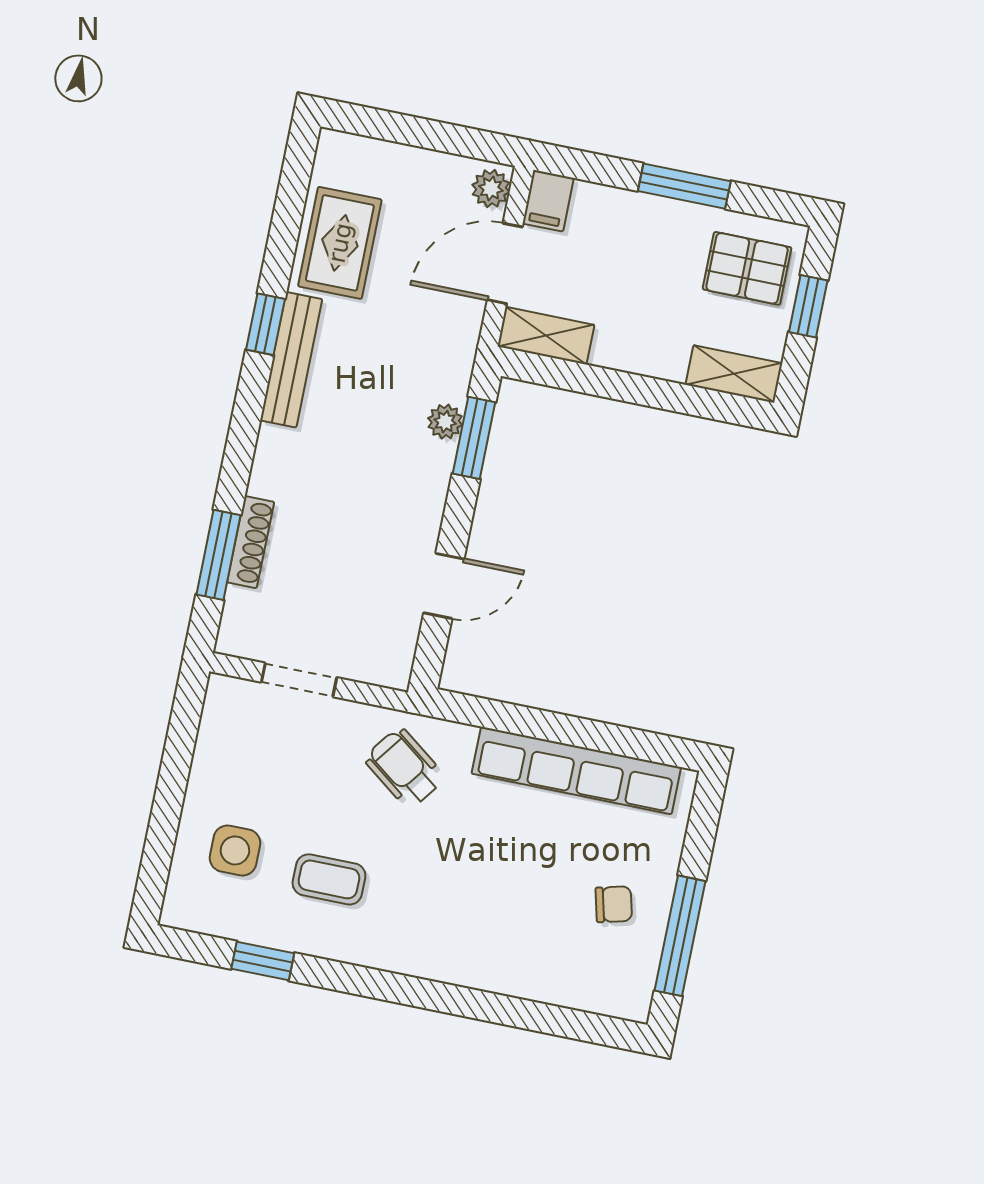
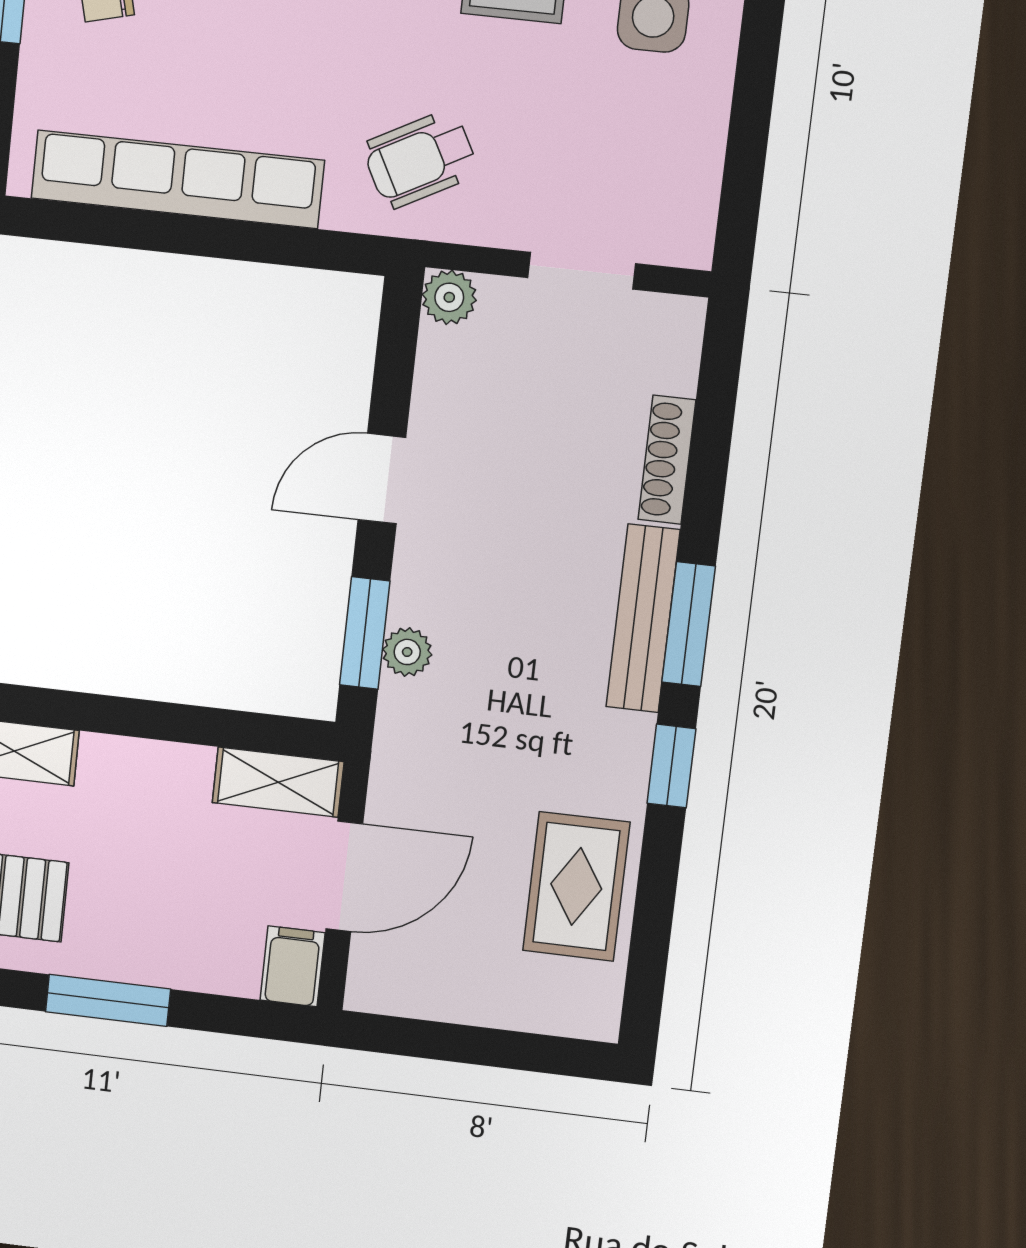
plant: (491, 188) -> (449, 297), moved
bench: (291, 360) -> (643, 618), moved
window: (218, 555) -> (689, 624), moved
door: (444, 586) -> (382, 479), moved
wheelchair: (405, 768) -> (420, 159), turned 115

